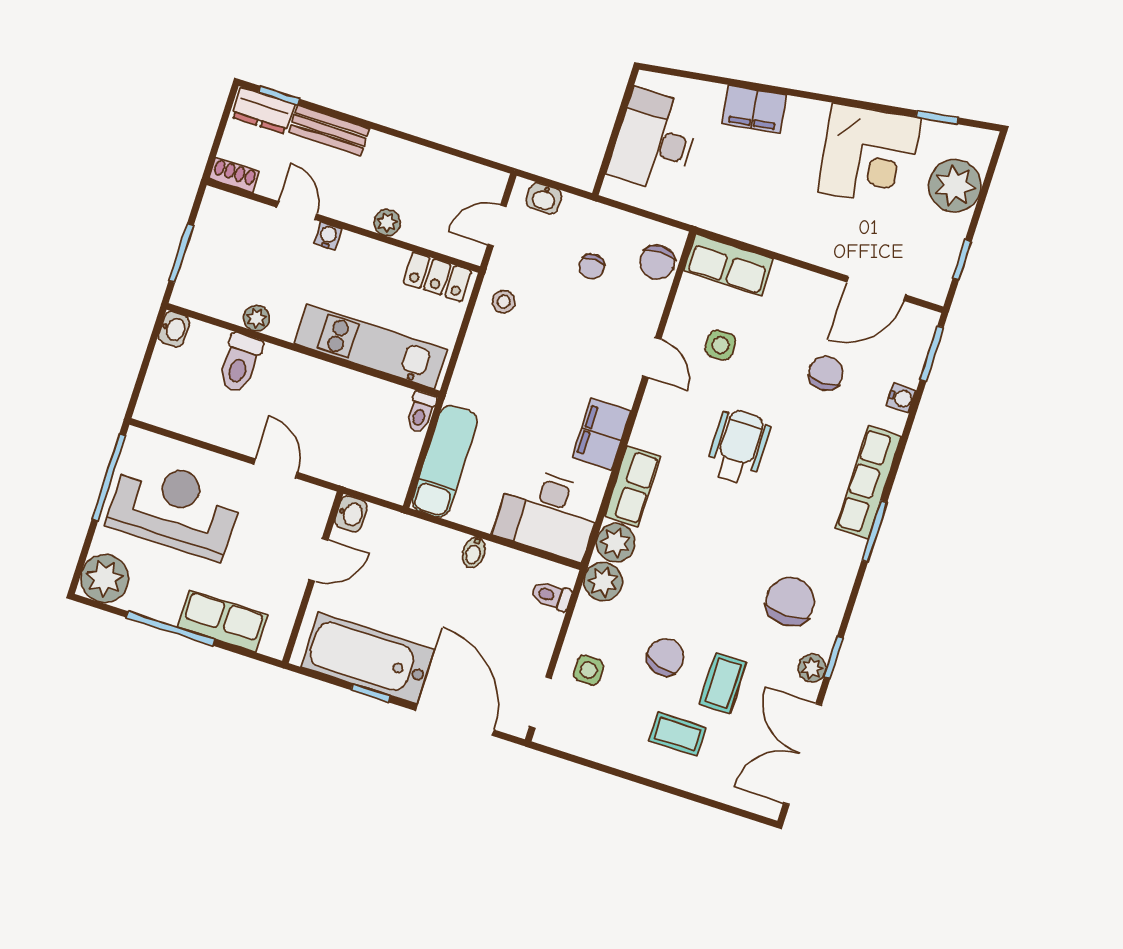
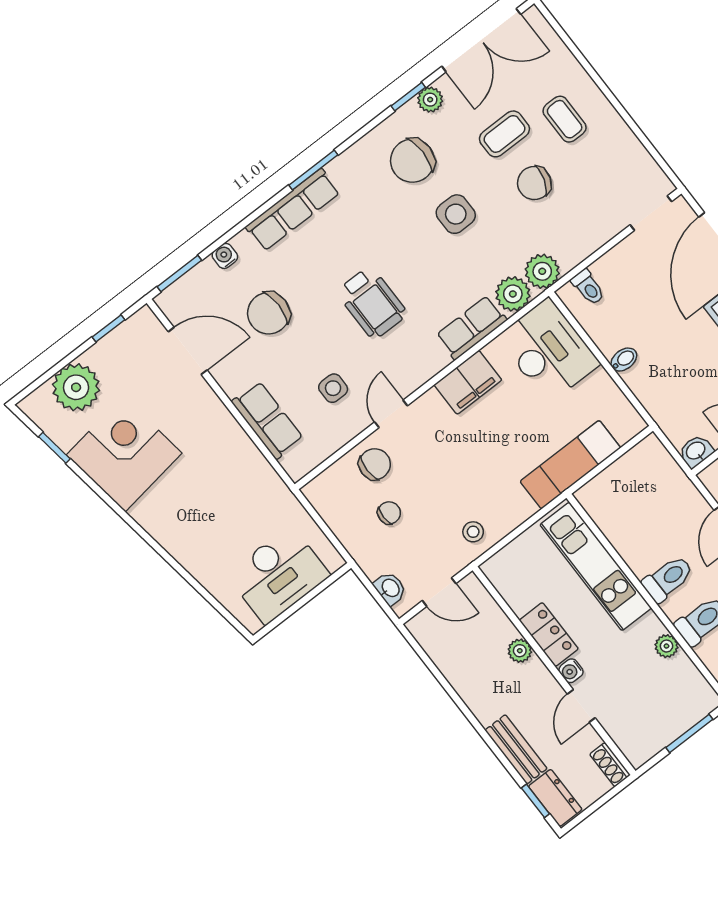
filing cabinet: (754, 109) -> (187, 547), removed
chair: (657, 262) -> (375, 464), moved
row of seats: (728, 265) -> (267, 420), moved
locker: (437, 277) -> (549, 634), moved
chair: (826, 373) -> (269, 313), width x1.37, depth x1.37
toilet: (421, 412) -> (668, 579), moved, width x1.37, depth x1.39
wheelchair: (738, 447) -> (372, 303), turned -90
exam couch: (445, 461) -> (570, 465), moved
side table: (589, 670) -> (456, 214), moved, width x1.37, depth x1.37

